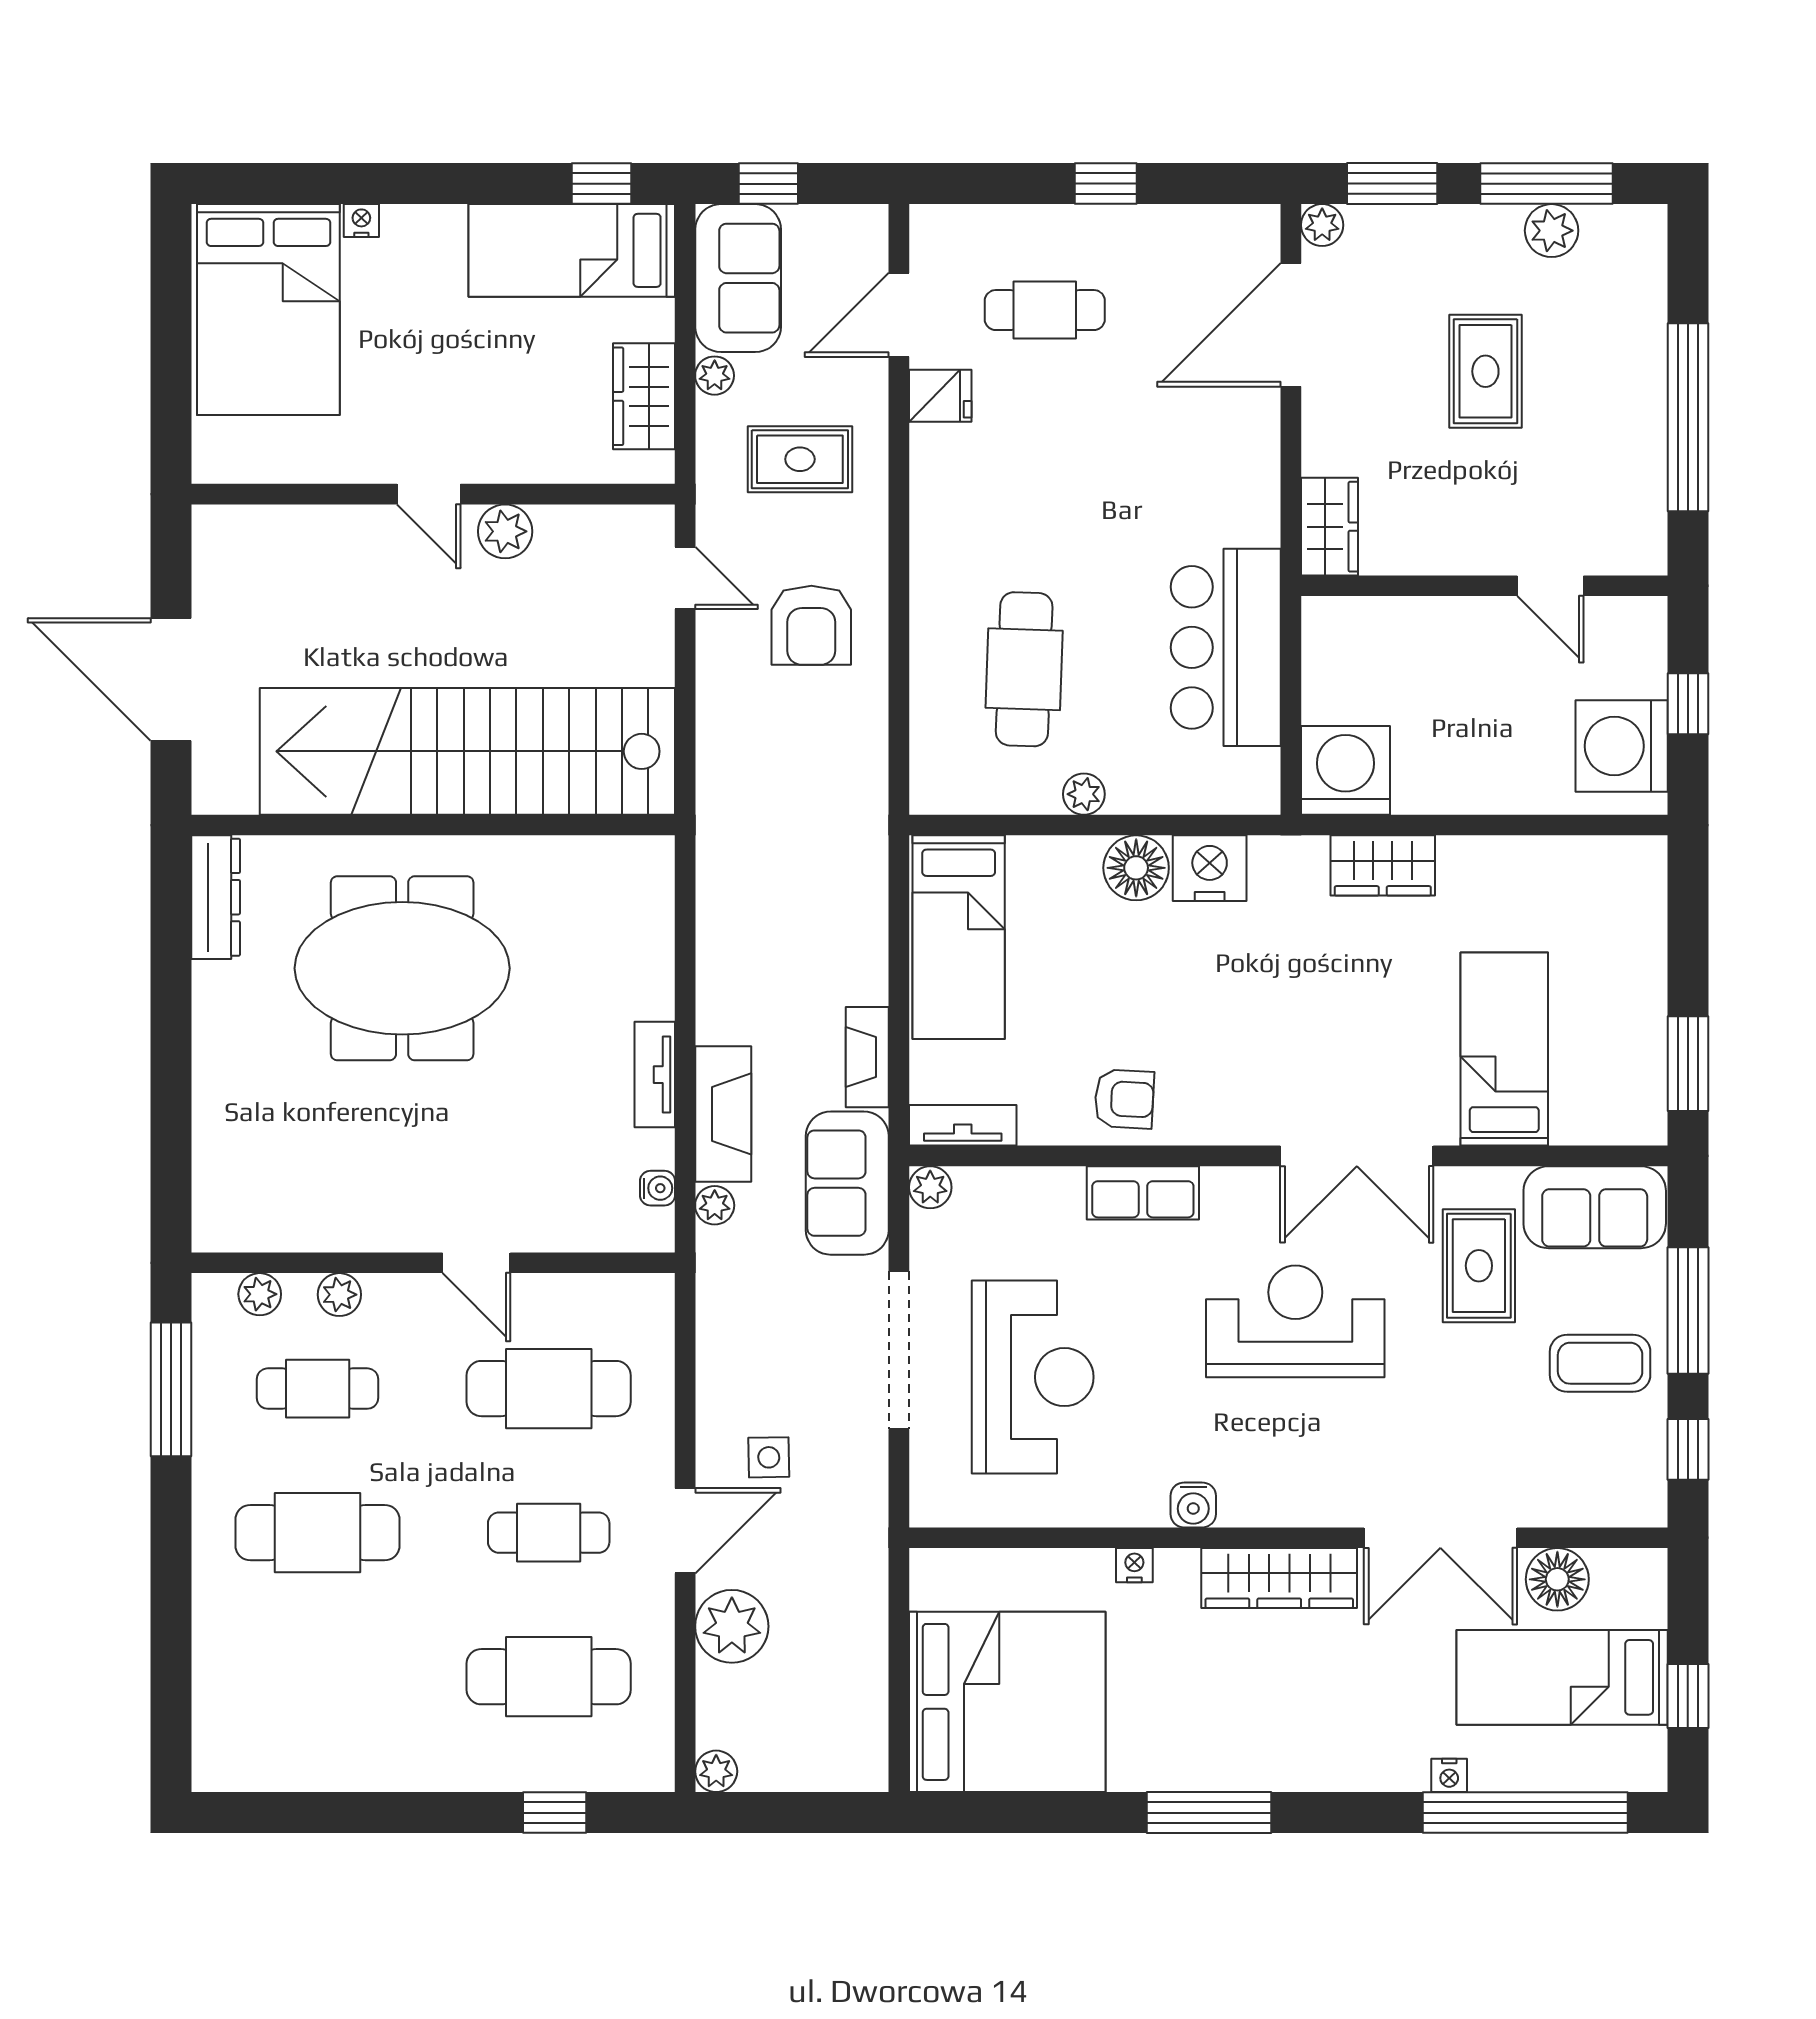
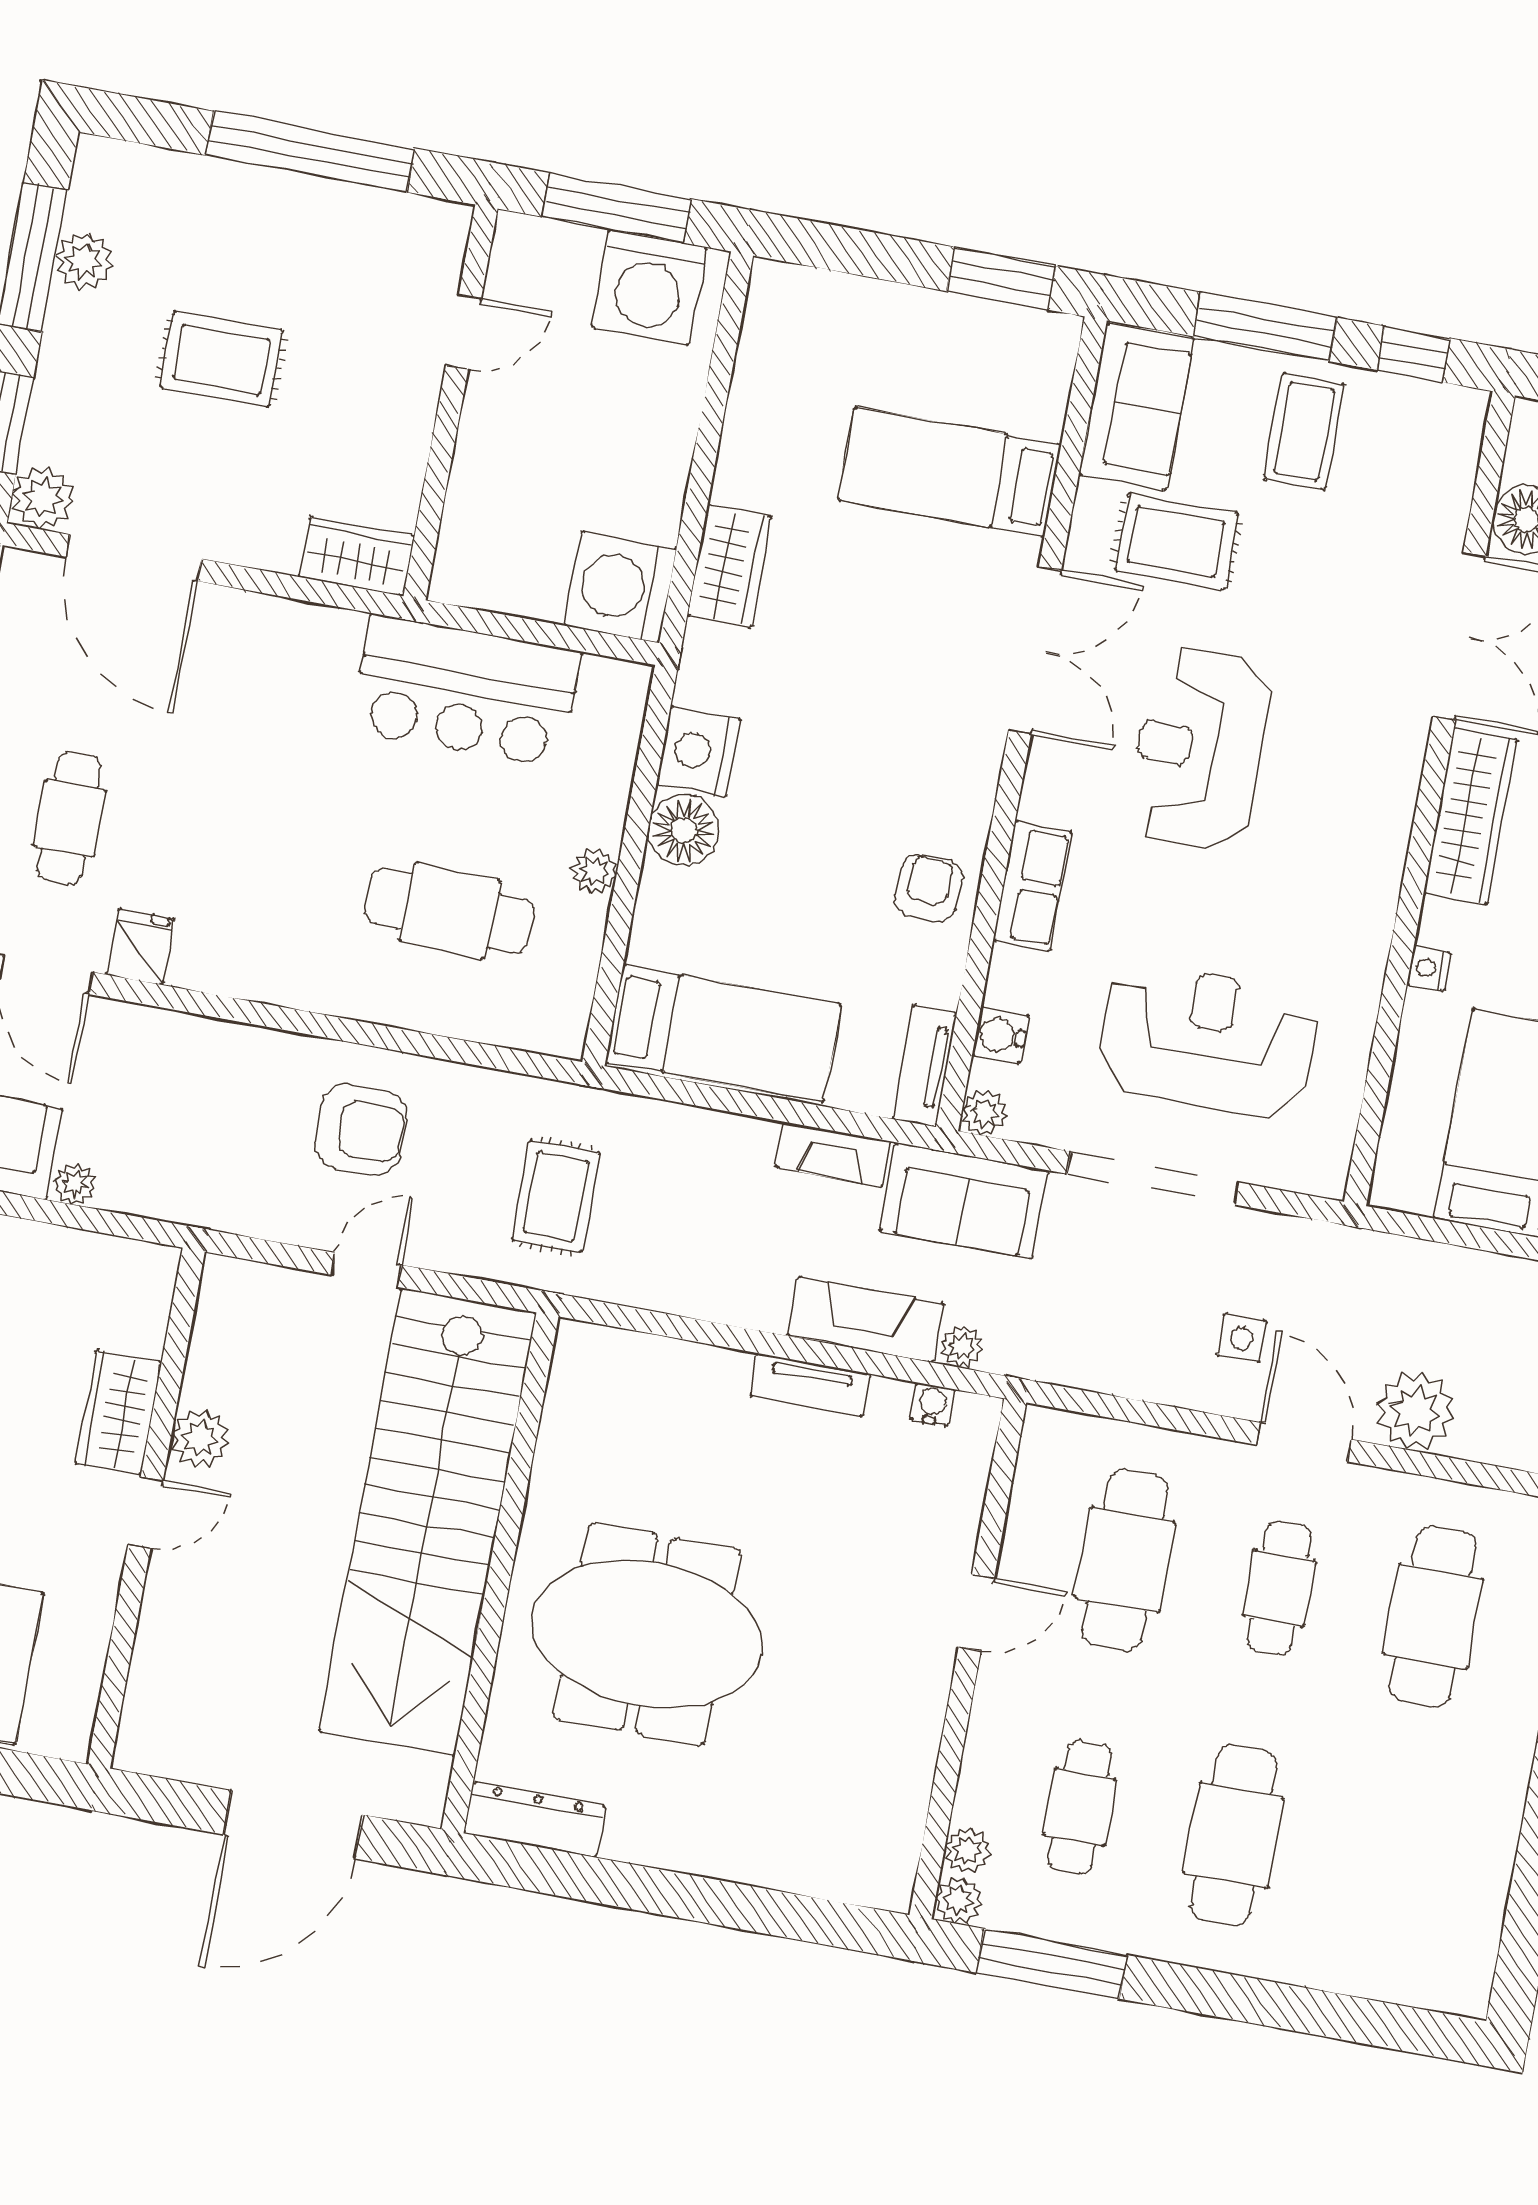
plant: (1322, 225) -> (43, 498), width x1.38, depth x1.38
wardrobe: (644, 396) -> (118, 1413), moved, turned 90
rug: (800, 459) -> (556, 1196), moved
door: (685, 578) -> (366, 1270), moved
window: (1688, 704) -> (617, 208), width x2.17
meeting table: (402, 968) -> (647, 1634), turned 90
plant: (339, 1295) -> (959, 1900), moved
water cooler: (1193, 1505) -> (1000, 1035), moved, turned 180

